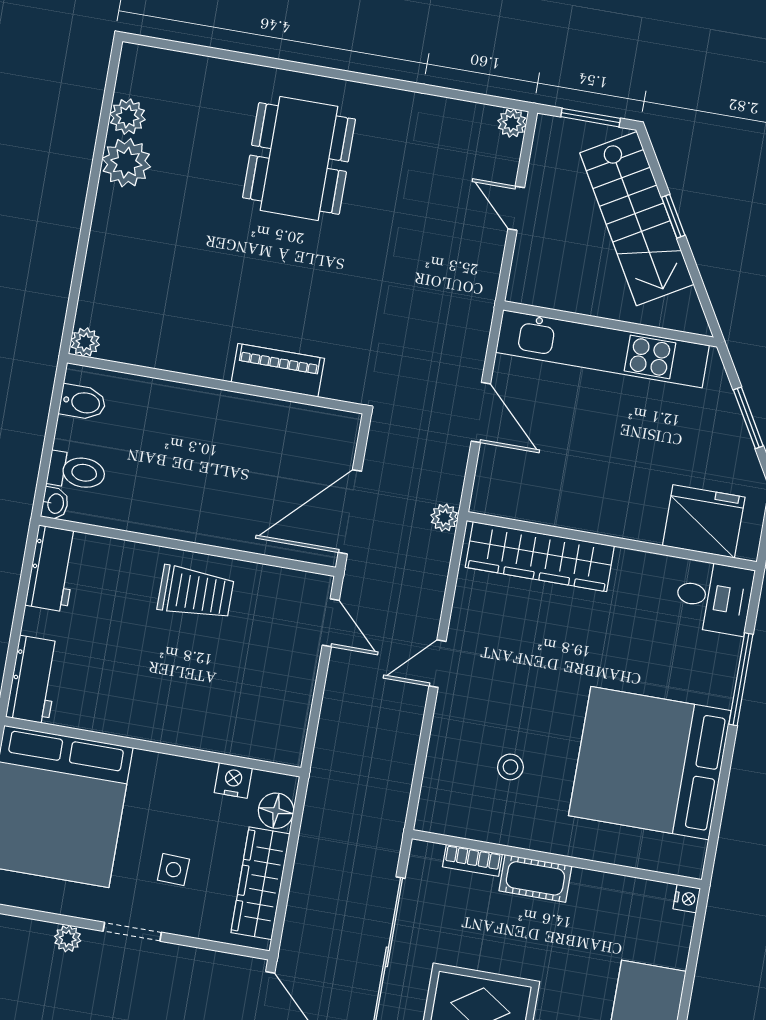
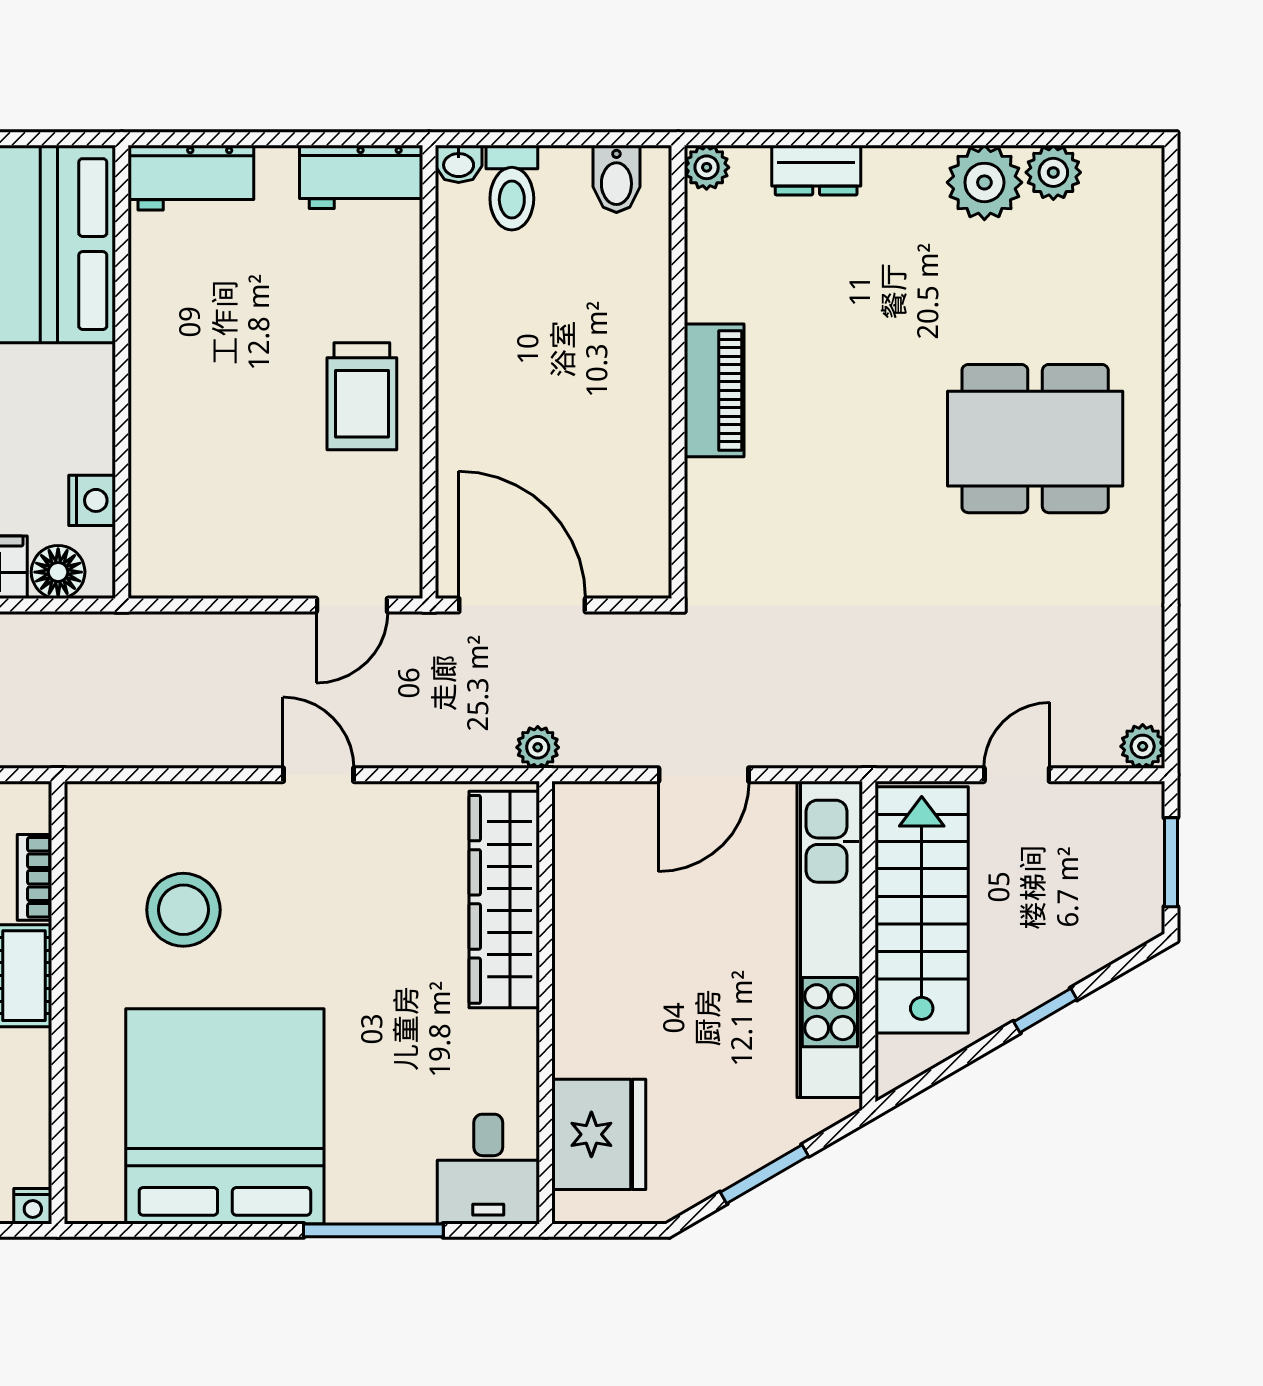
stairs: (637, 219) -> (922, 910), moved, turned 120
dresser: (99, 271) -> (816, 170), added
piano: (278, 370) -> (714, 390), moved
stool: (510, 767) -> (183, 910), width x1.89, depth x1.89

